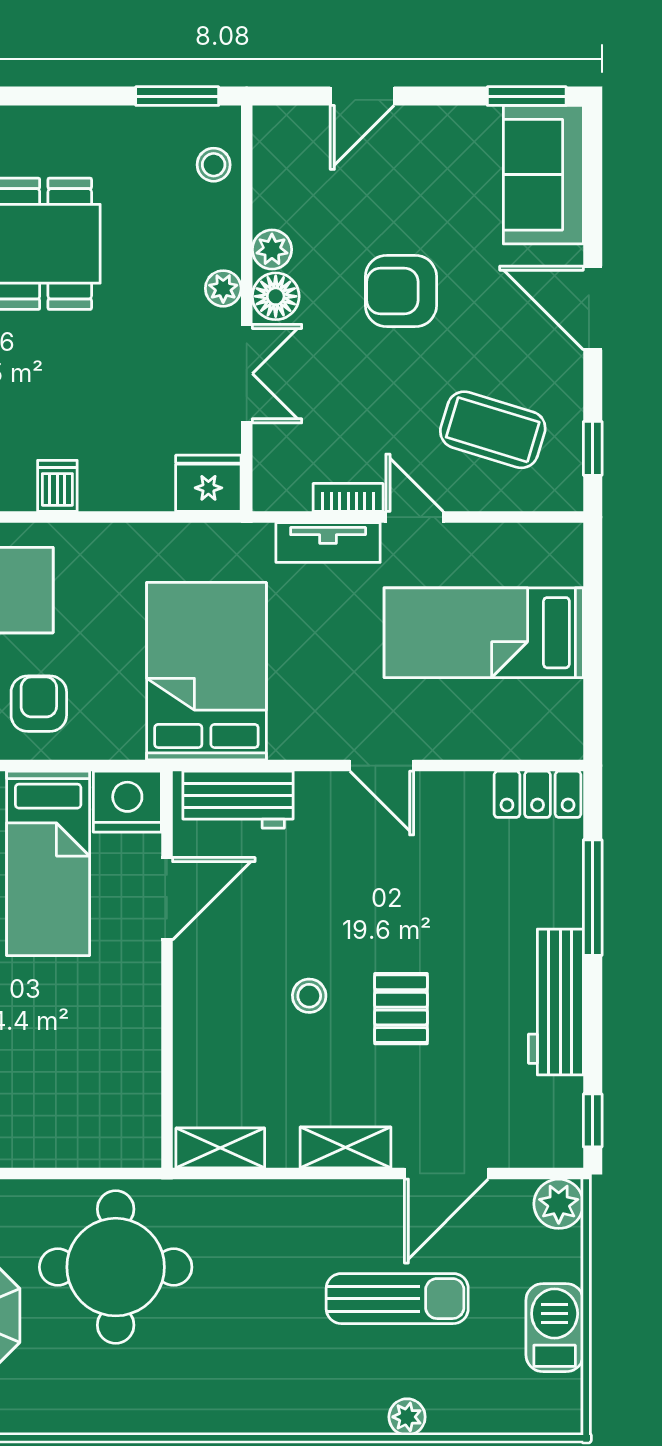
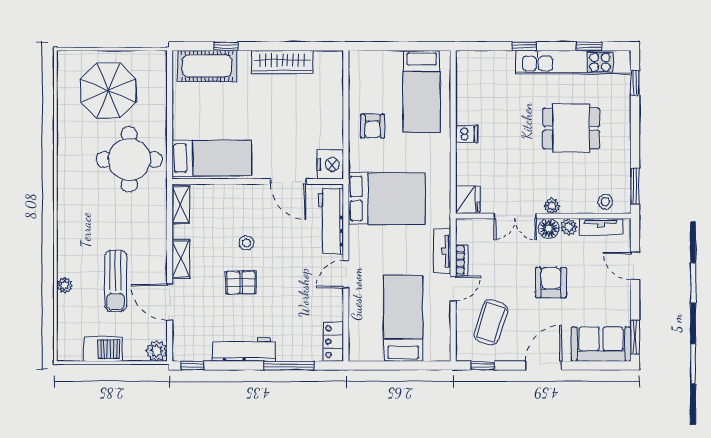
tv unit: (272, 175) -> (601, 227), added
armchair: (39, 704) -> (373, 126), turned 90
workbench: (238, 800) -> (331, 221), width x1.38
bed: (48, 863) -> (212, 158), moved, turned 180

